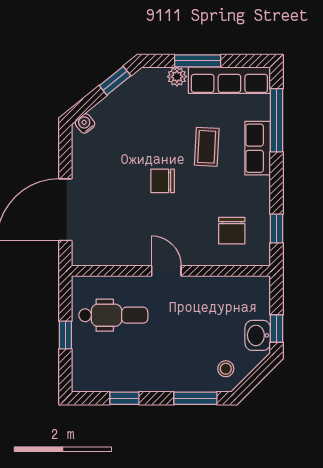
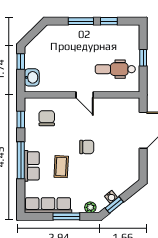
plant: (177, 77) -> (90, 207), moved
window: (277, 120) -> (21, 160), moved
water cooler: (85, 123) -> (111, 197), moved
washbasin: (258, 335) -> (32, 77), moved
stool: (226, 369) -> (50, 38), removed
window: (195, 398) -> (81, 21), moved

